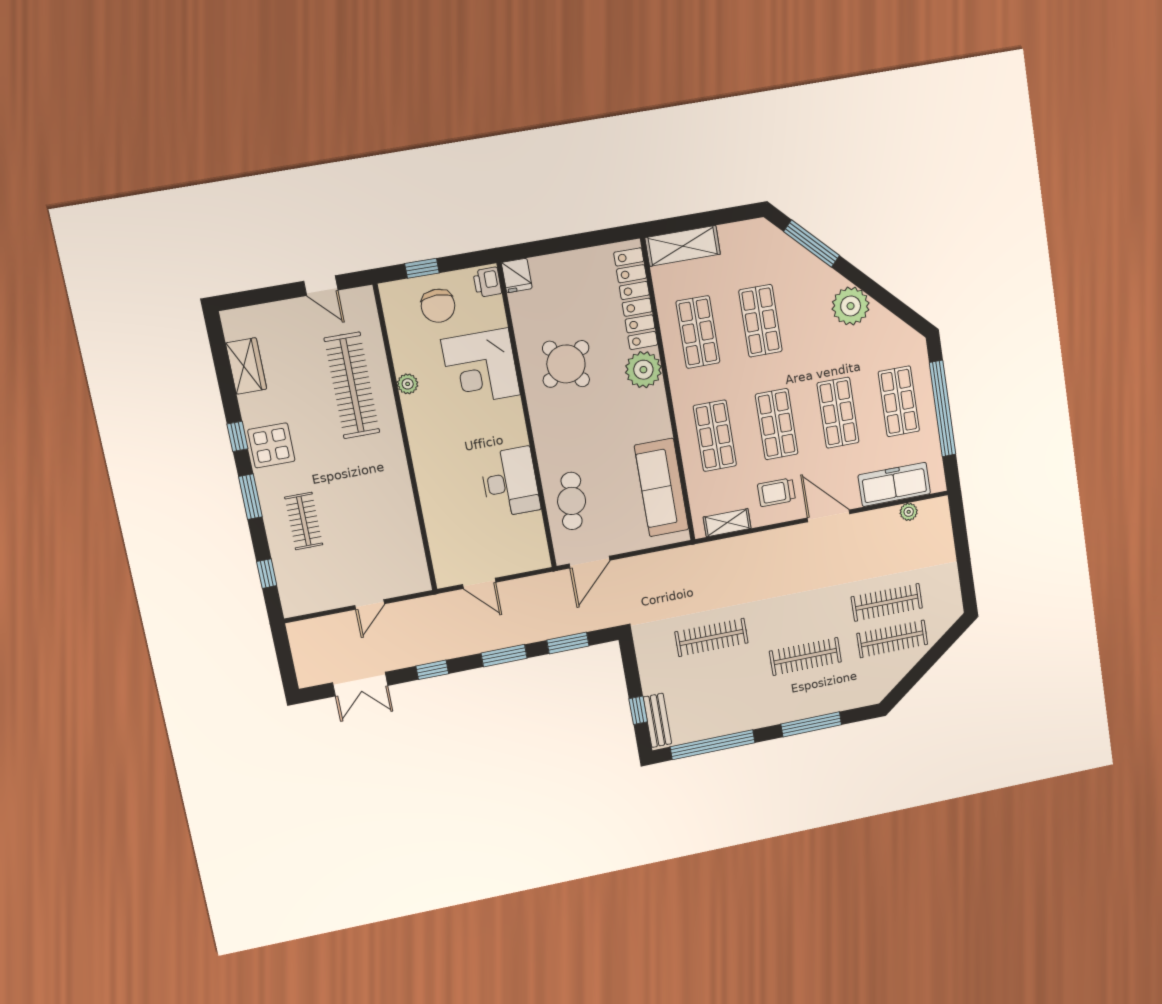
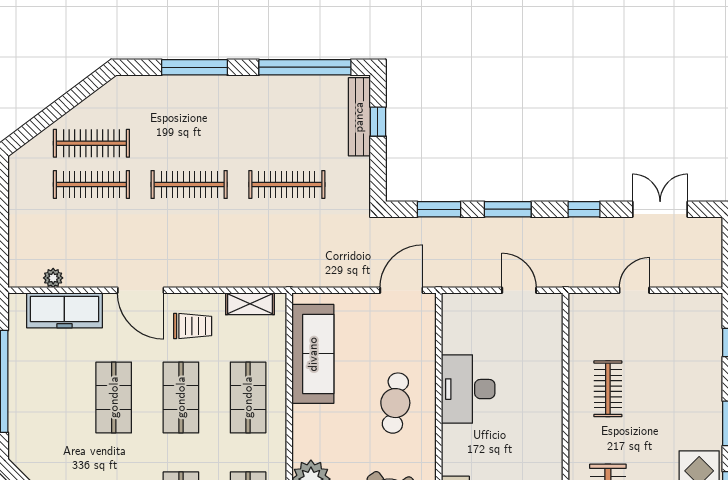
shop shelf: (899, 401) -> (47, 397), removed
cafe table: (572, 501) -> (395, 403), moved
clothes rail: (304, 521) -> (608, 389), moved
clothes rail: (805, 656) -> (189, 184), moved
bench: (657, 720) -> (359, 117), width x1.36

